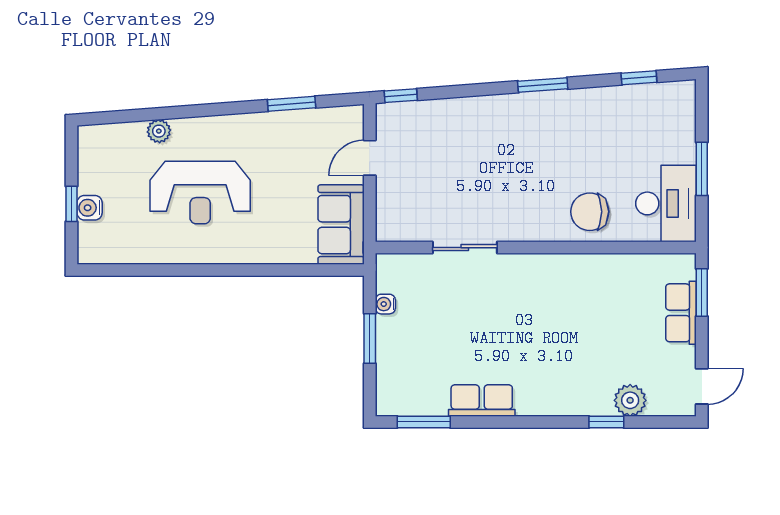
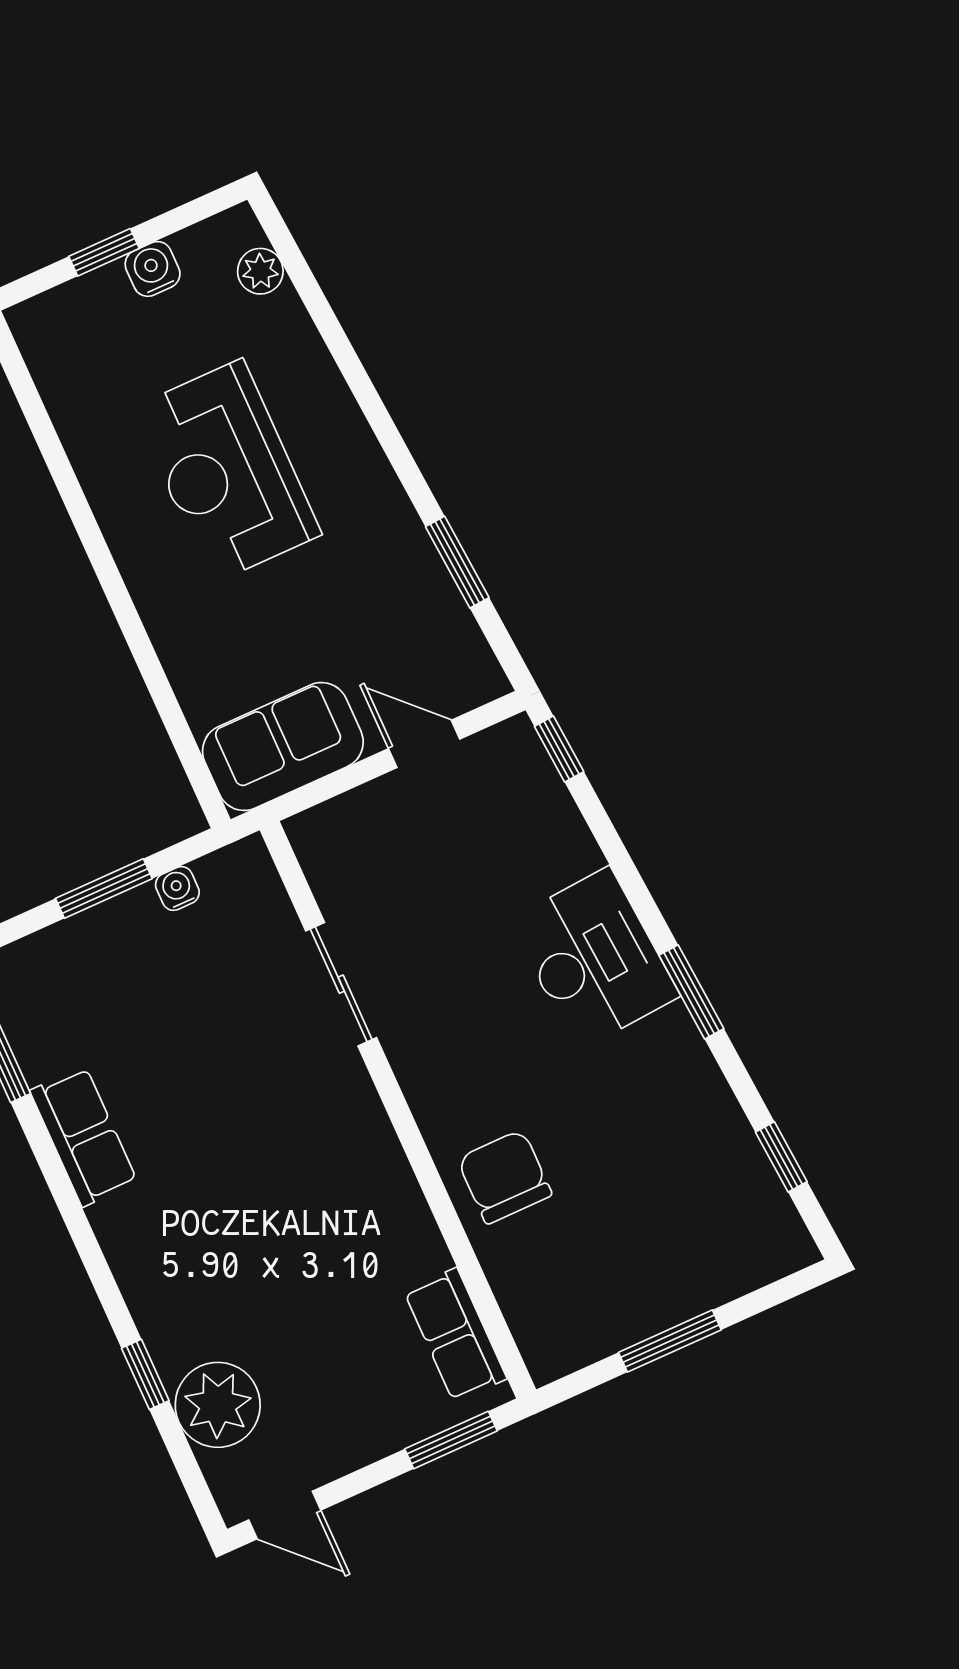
plant: (159, 131) -> (260, 271), moved
desk: (666, 203) -> (594, 959), moved, turned -94
water cooler: (90, 208) -> (153, 269), moved
row of seats: (681, 313) -> (455, 1335), moved, turned -90
plant: (630, 400) -> (218, 1405), width x1.36, depth x1.36

